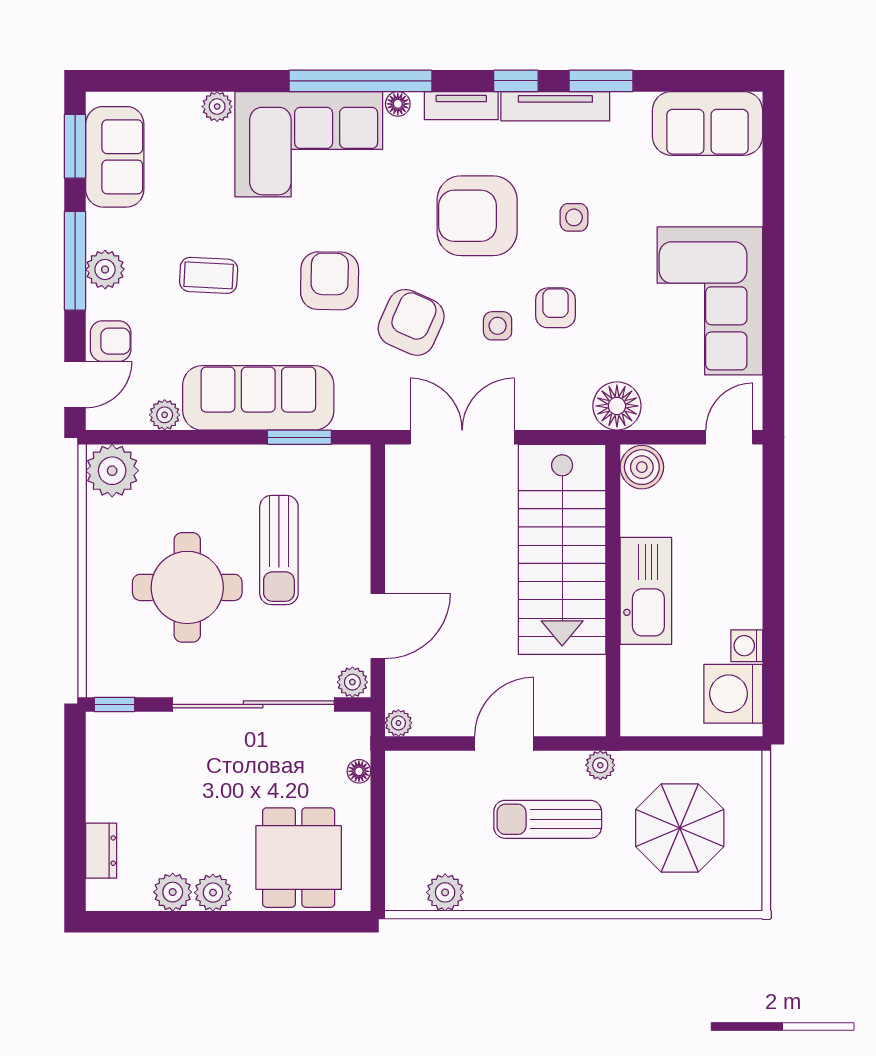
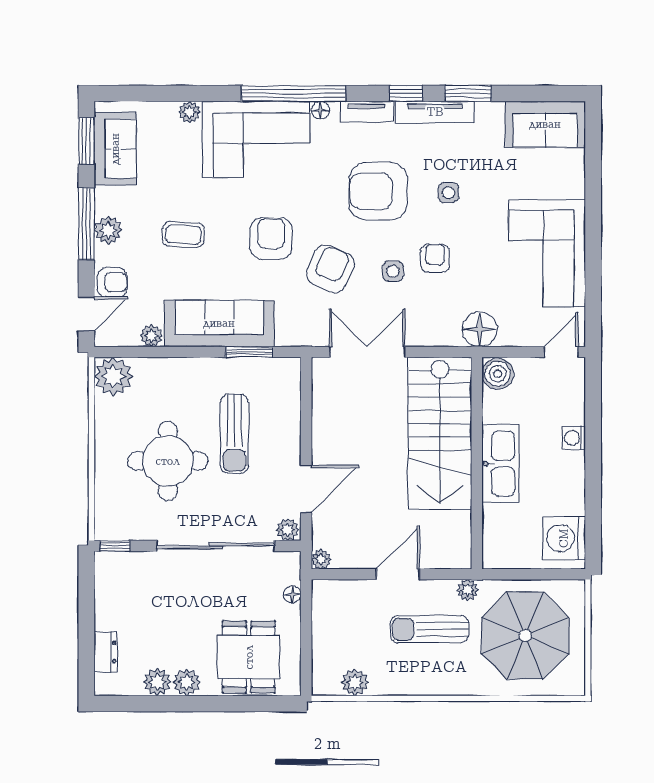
washing machine: (747, 646) -> (574, 438), moved
parasol: (680, 828) -> (525, 636), width x1.36, depth x1.36

